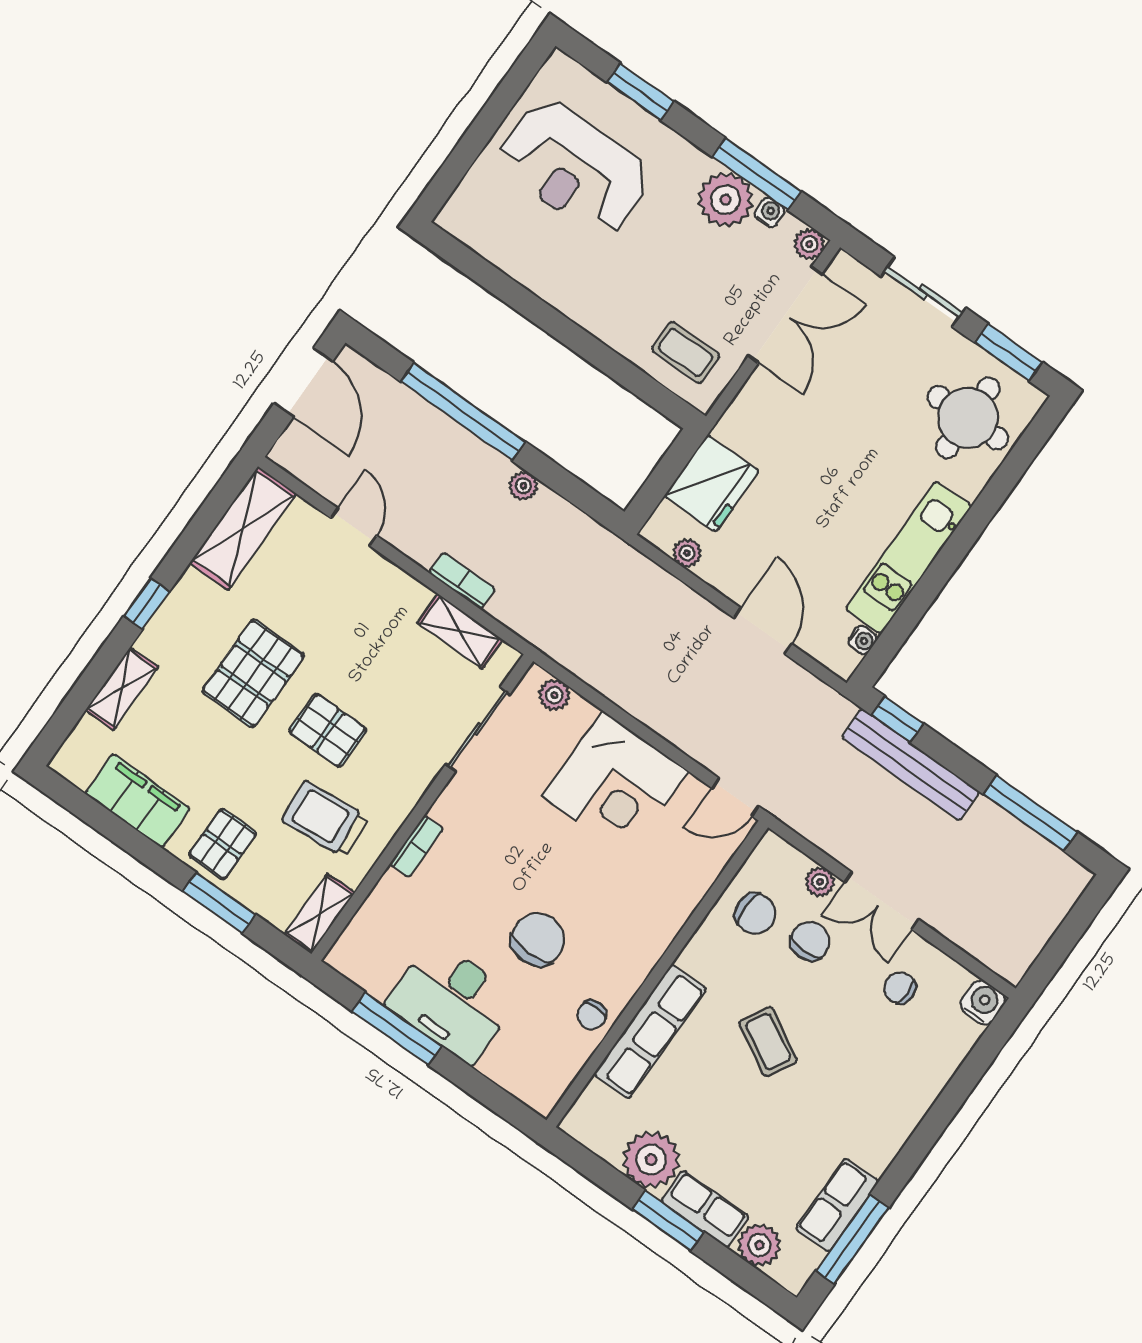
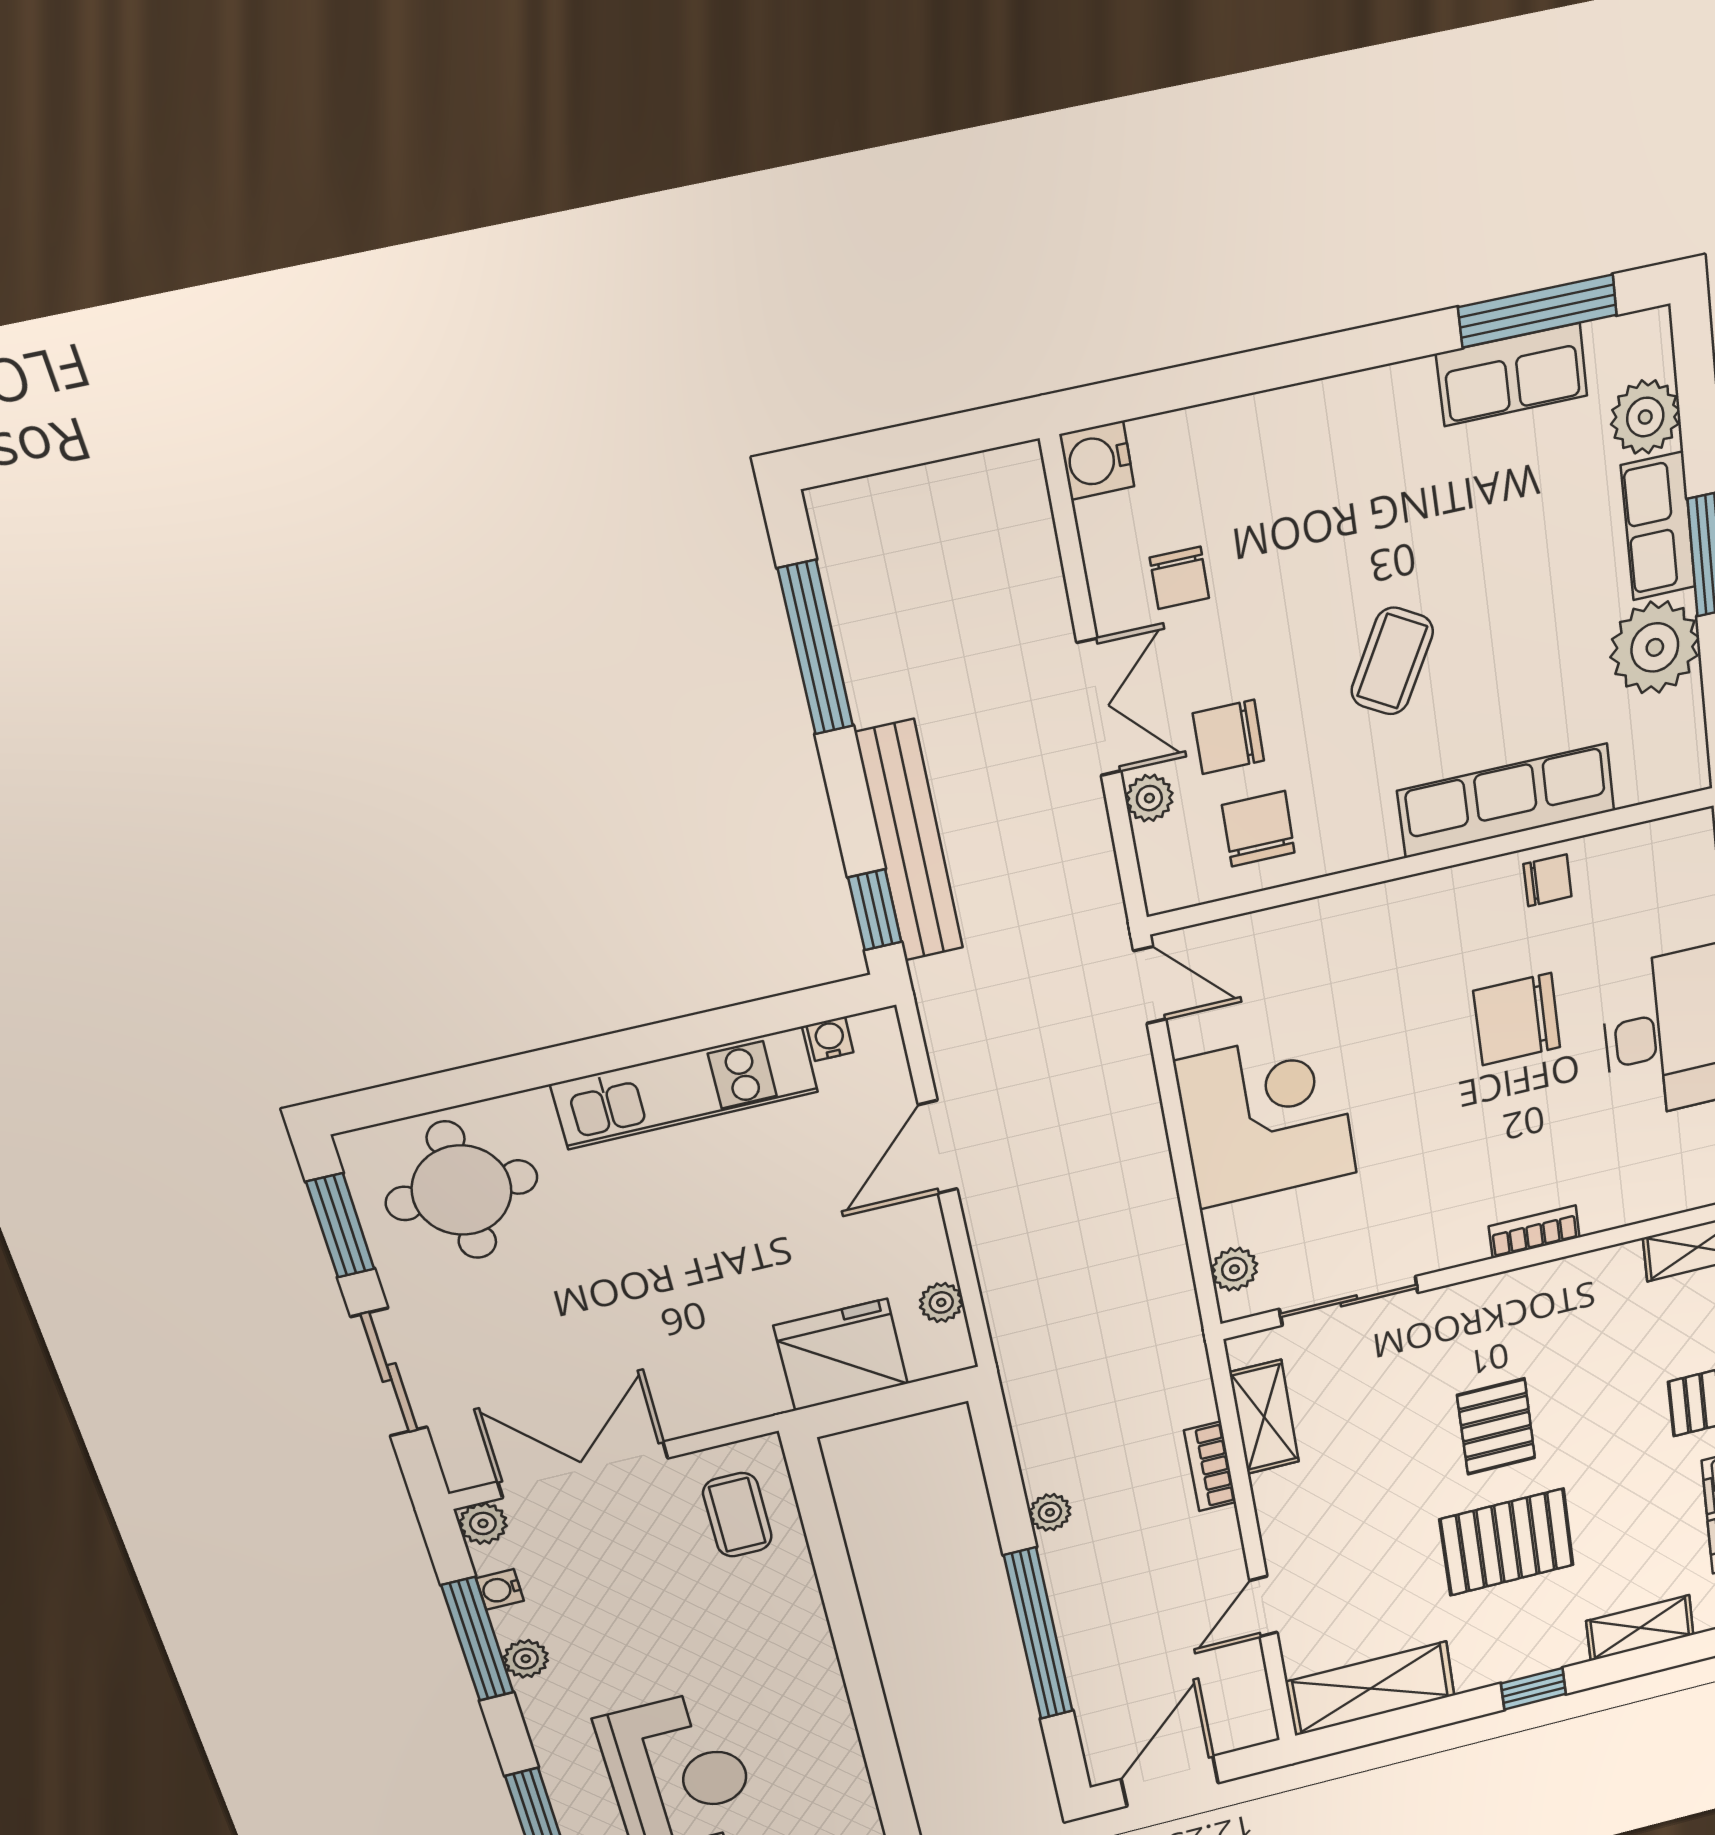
plant: (725, 200) -> (526, 1659), width x0.53, depth x0.53
trolley: (325, 819) -> (1591, 1339), removed

